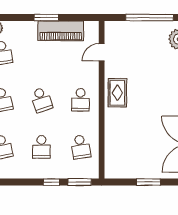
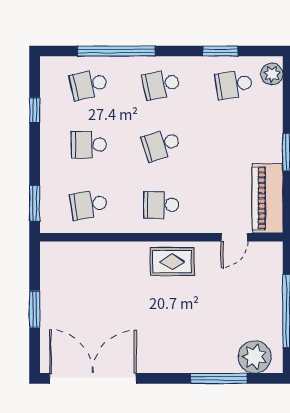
piano: (61, 31) -> (268, 198), moved
door: (102, 52) -> (234, 237), swing flipped
window: (51, 182) -> (35, 110), moved

